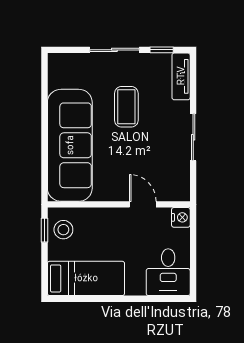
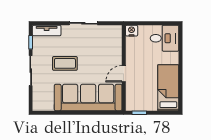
door: (143, 204) -> (124, 74), moved
stool: (63, 230) -> (139, 101), removed

